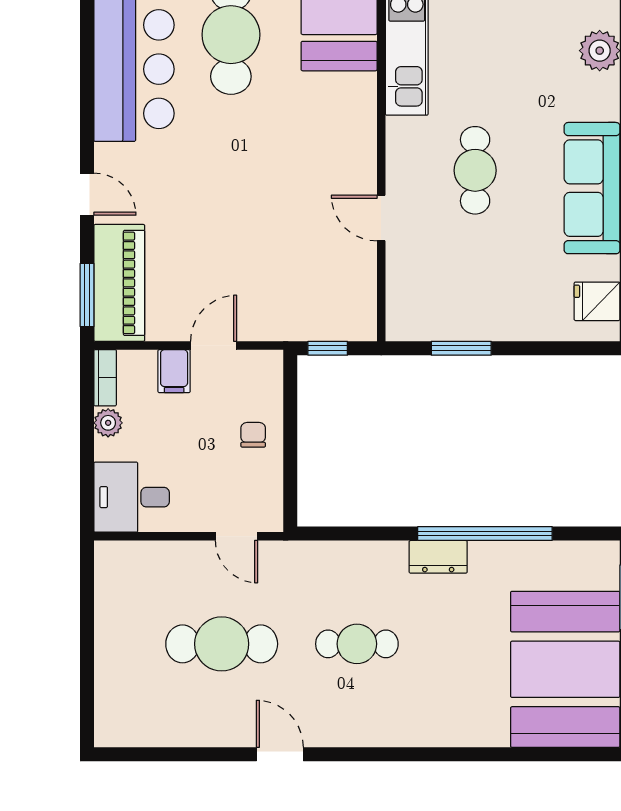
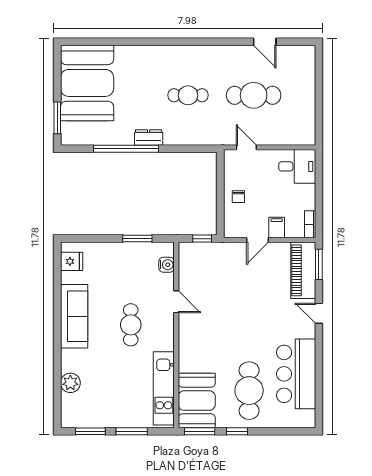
water cooler: (401, 294) -> (167, 265), added
plant: (108, 423) -> (309, 202), removed
door: (280, 754) -> (265, 42), moved

